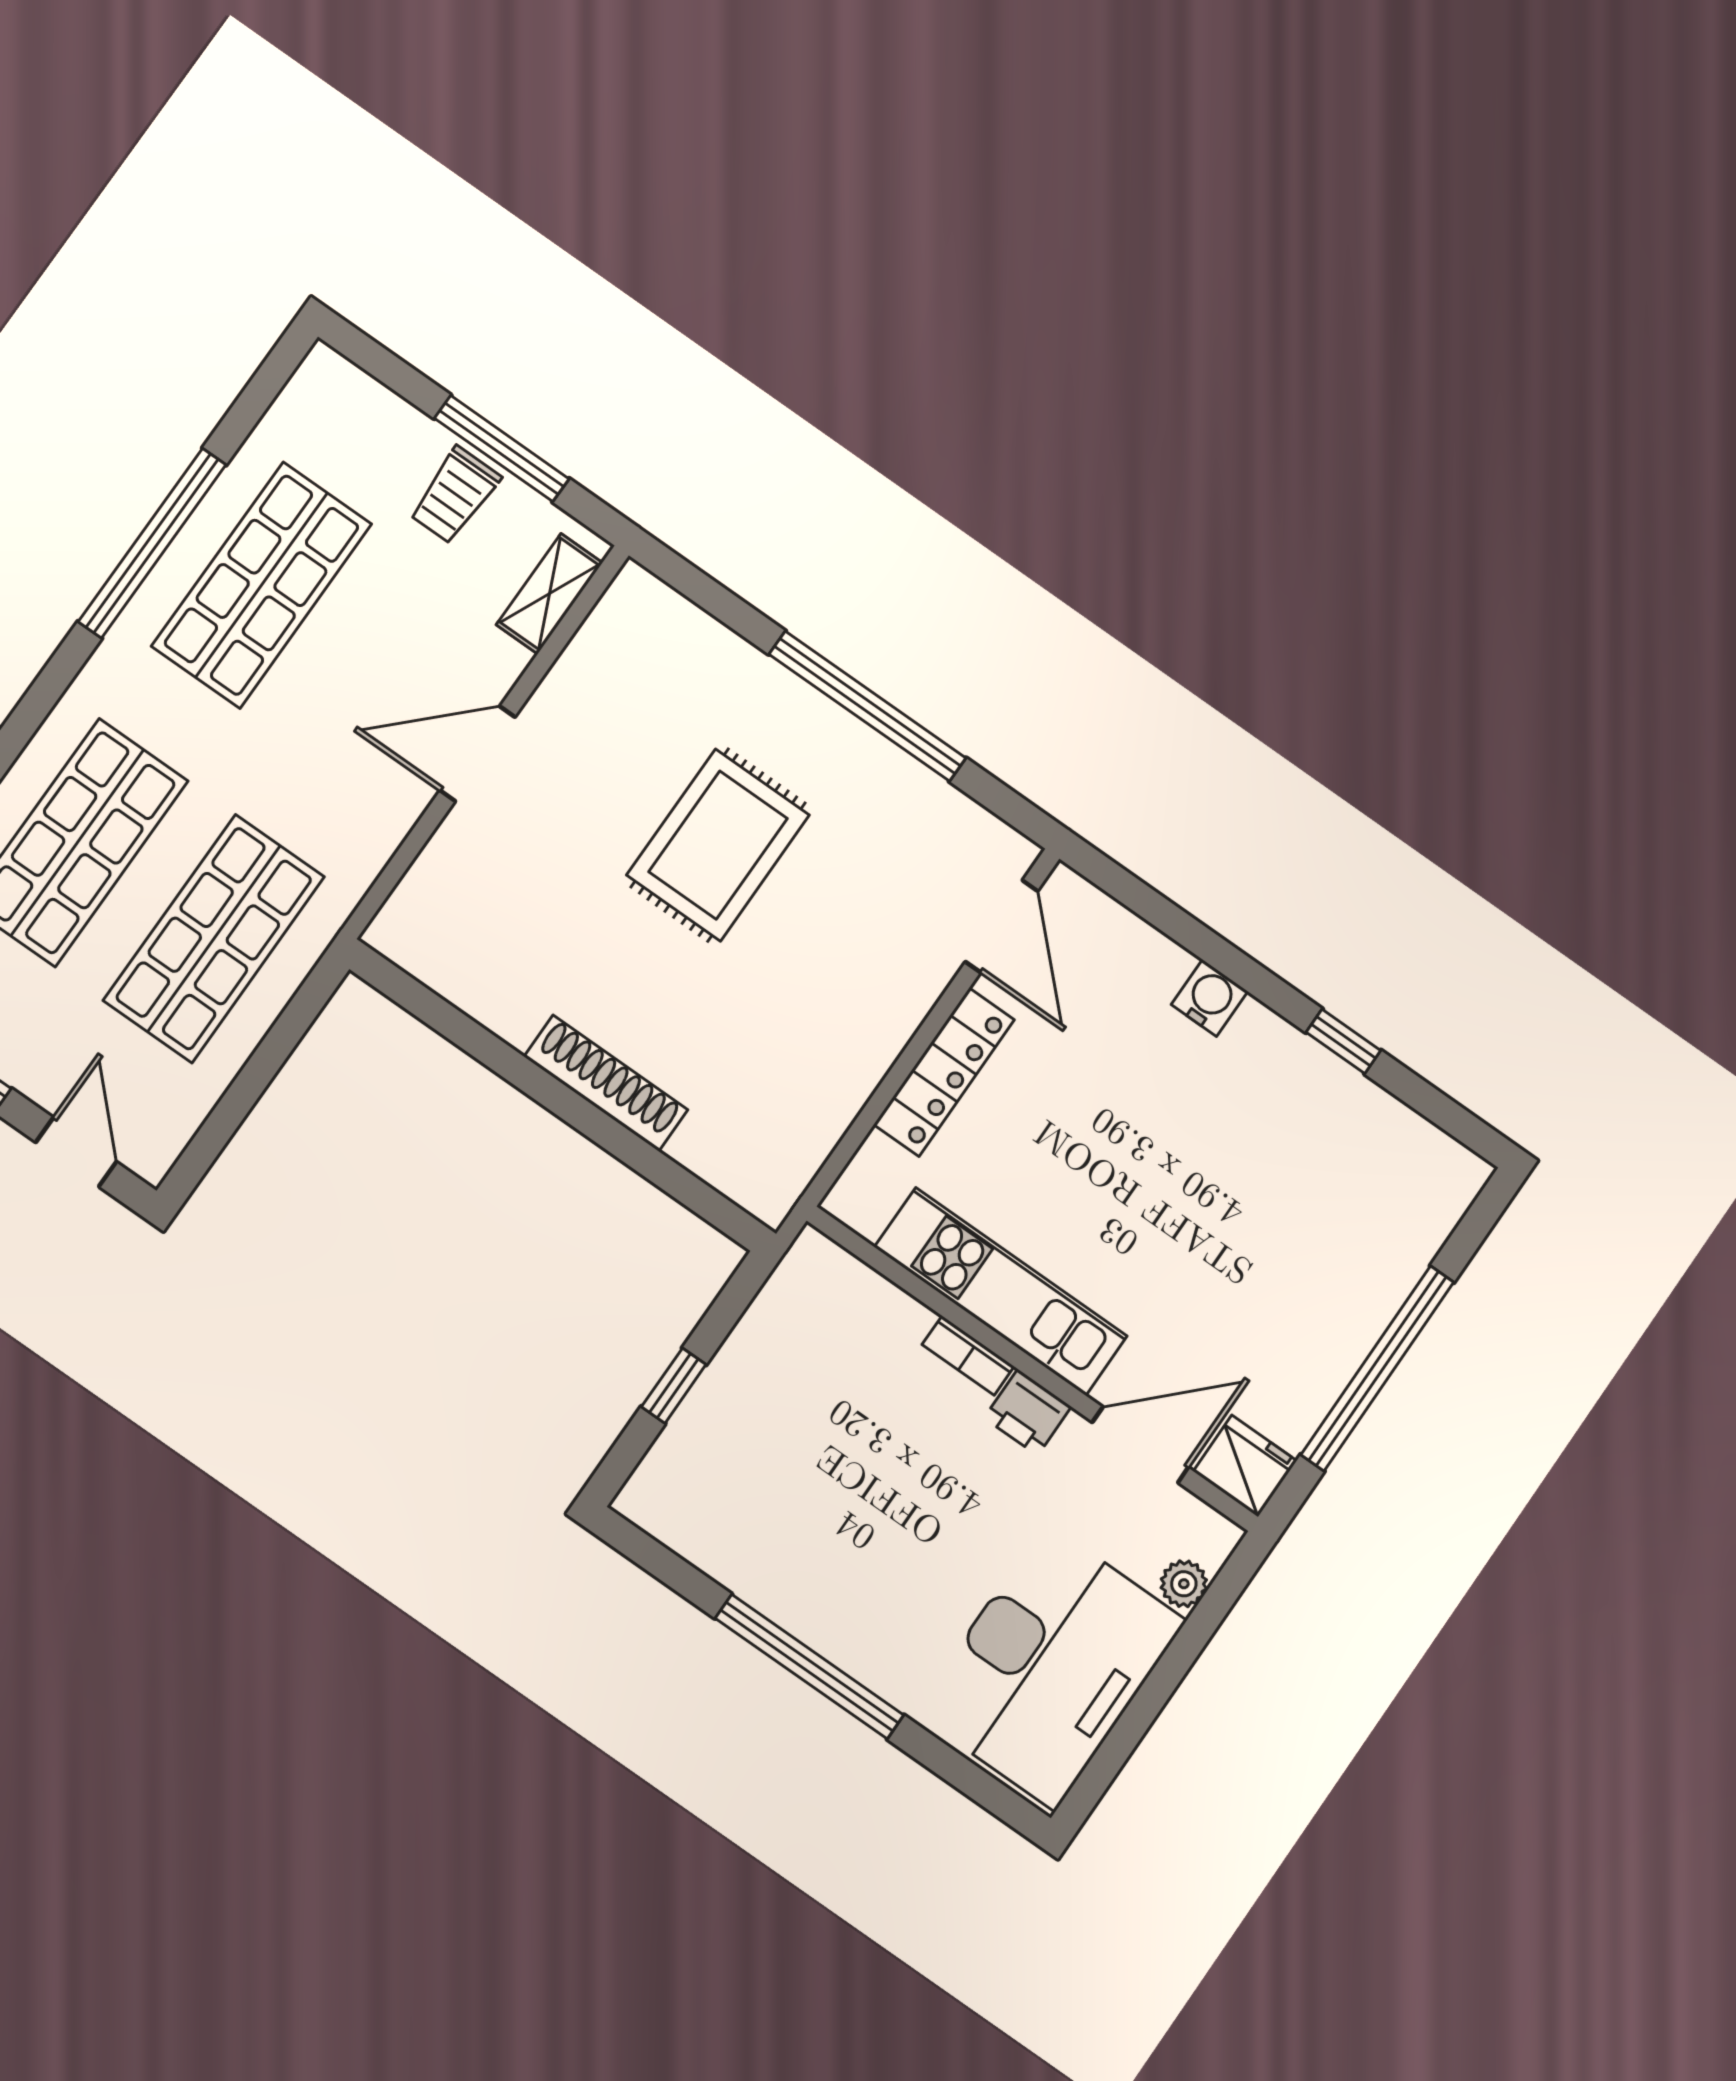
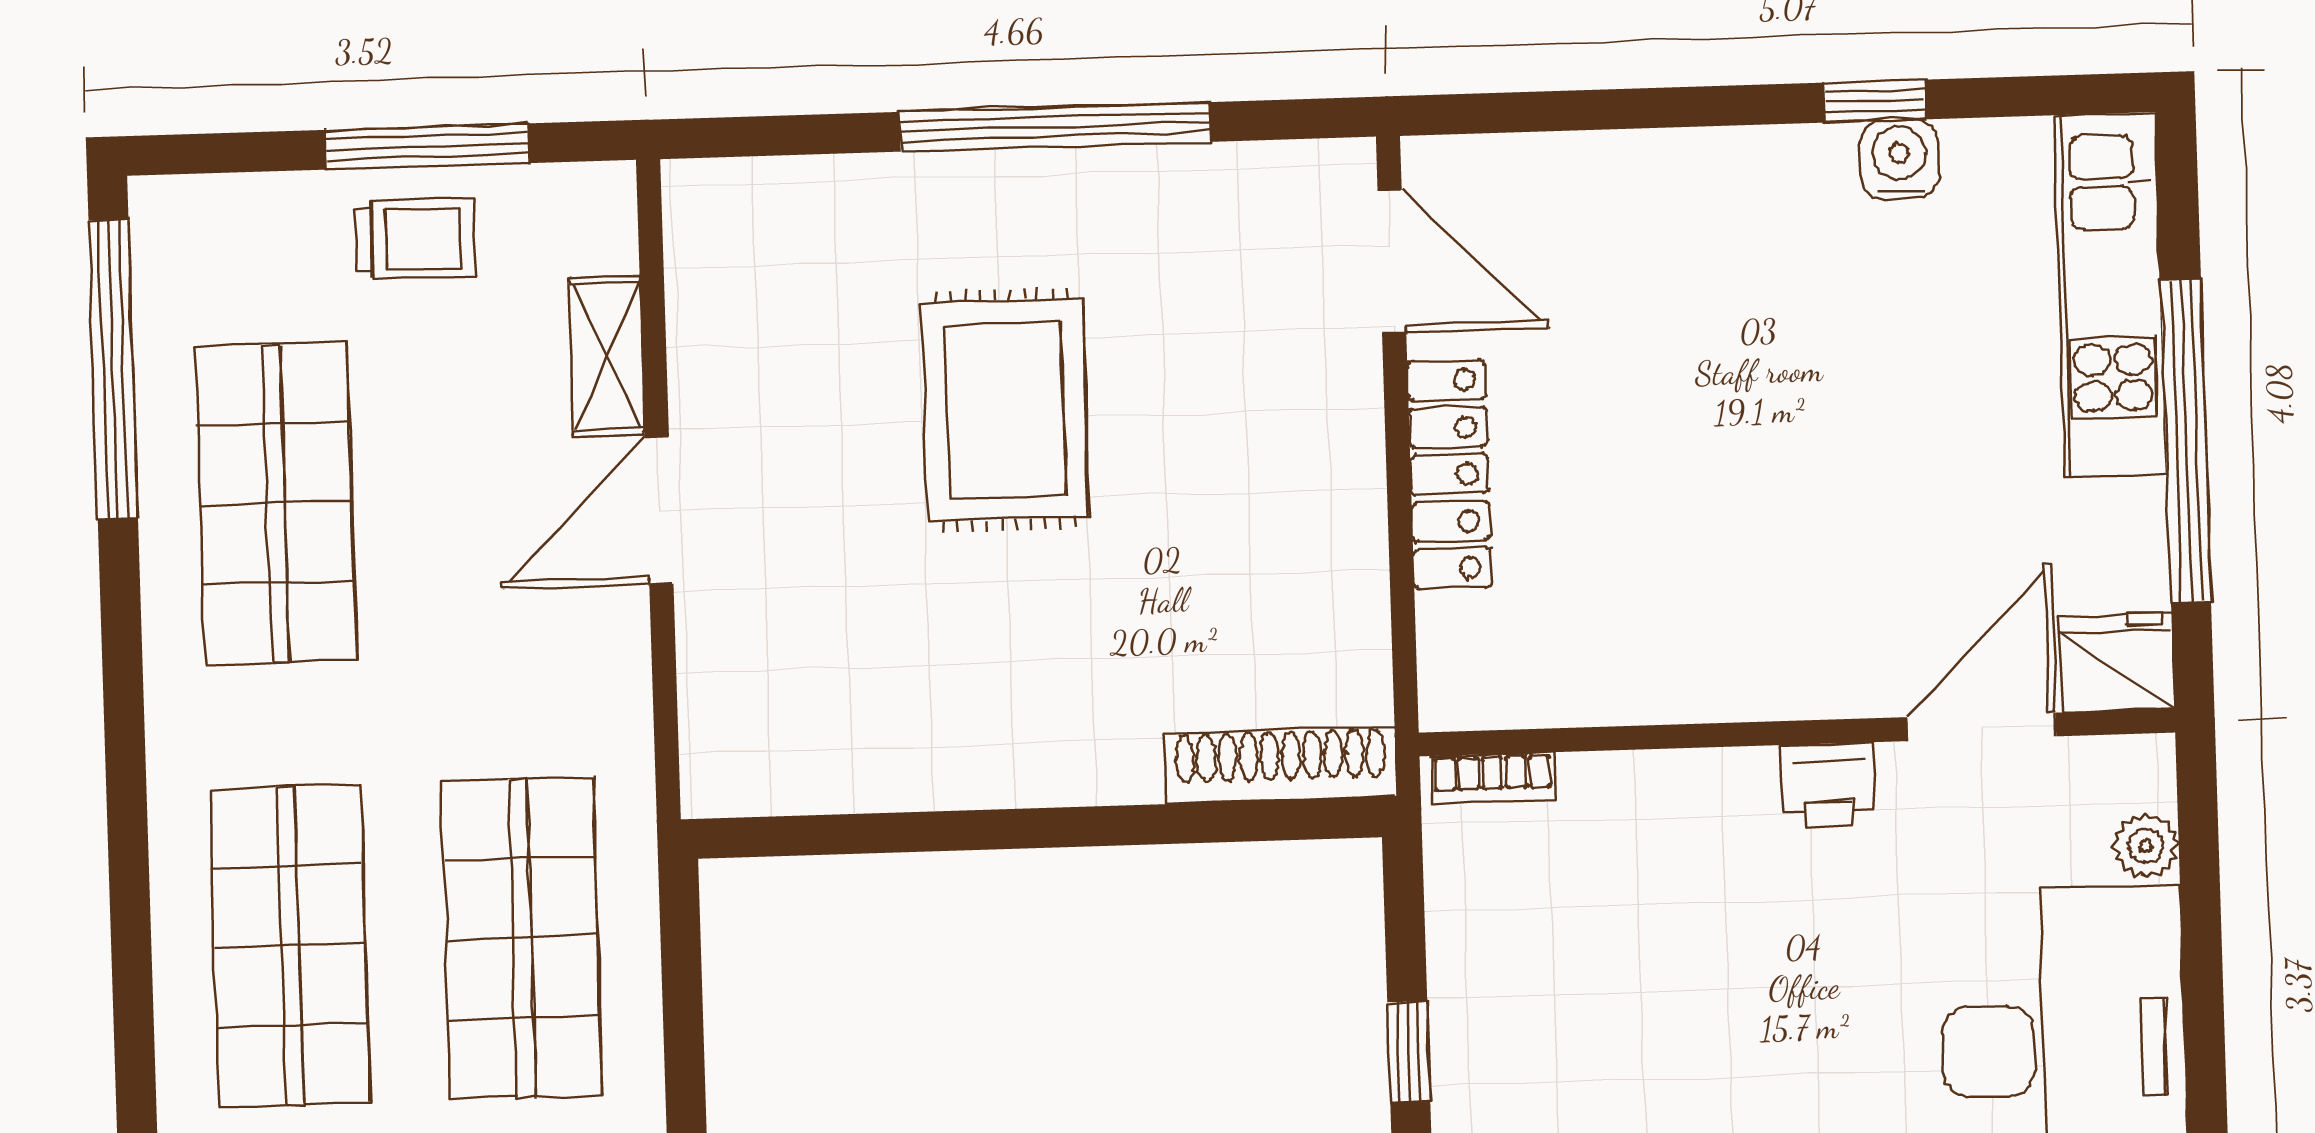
trolley: (455, 495) -> (415, 239), turned -90
window: (152, 543) -> (113, 369), moved
shelving: (549, 594) -> (607, 356), moved
water cooler: (1210, 998) -> (1899, 159), moved
shoe rack: (606, 1083) -> (1281, 765), moved
kitchen unit: (1001, 1291) -> (2110, 295), moved, turned -90
bookcase: (968, 1356) -> (1493, 779), moved

